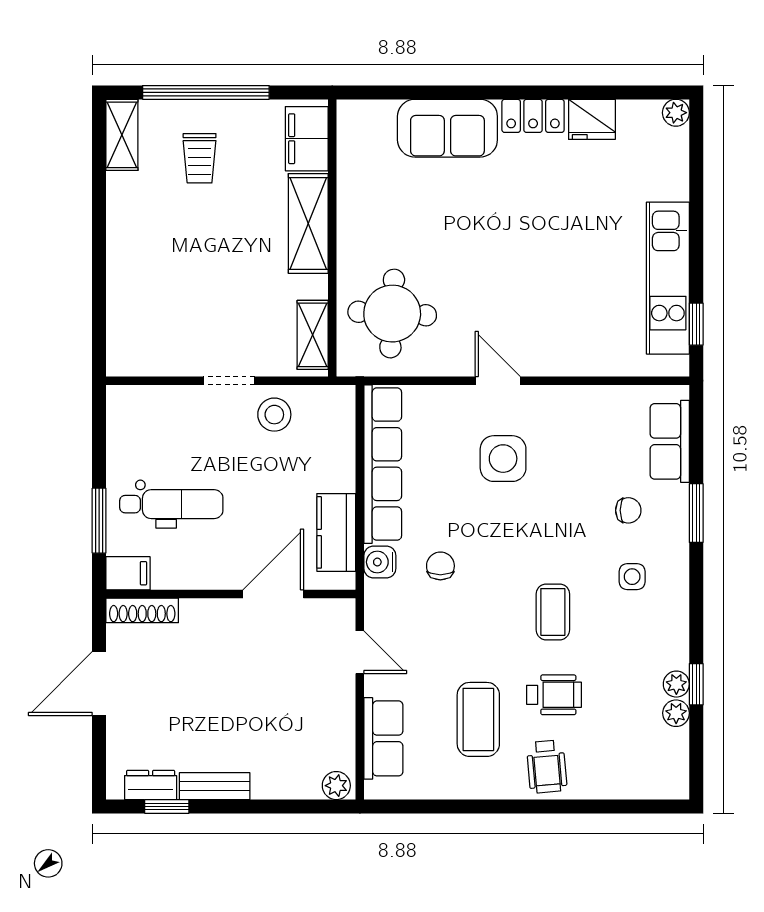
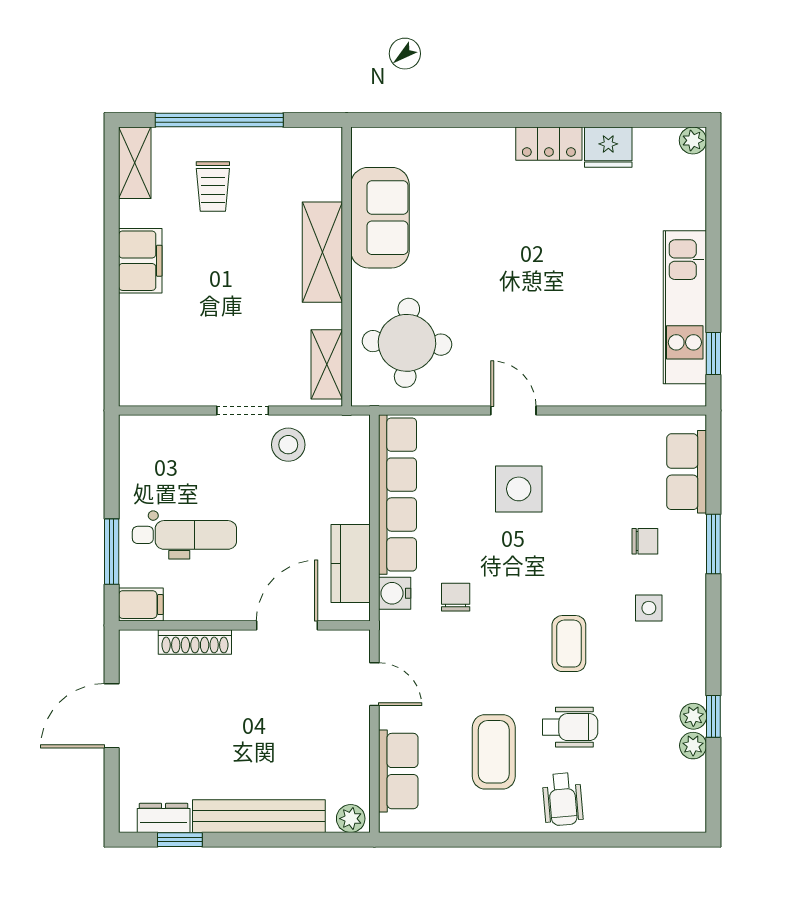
sofa: (447, 128) -> (380, 218), moved, turned -90
filing cabinet: (307, 139) -> (140, 261), moved, turned 180
shoe rack: (142, 610) -> (195, 642), moved
bench: (215, 786) -> (259, 816), width x1.86, depth x1.21

